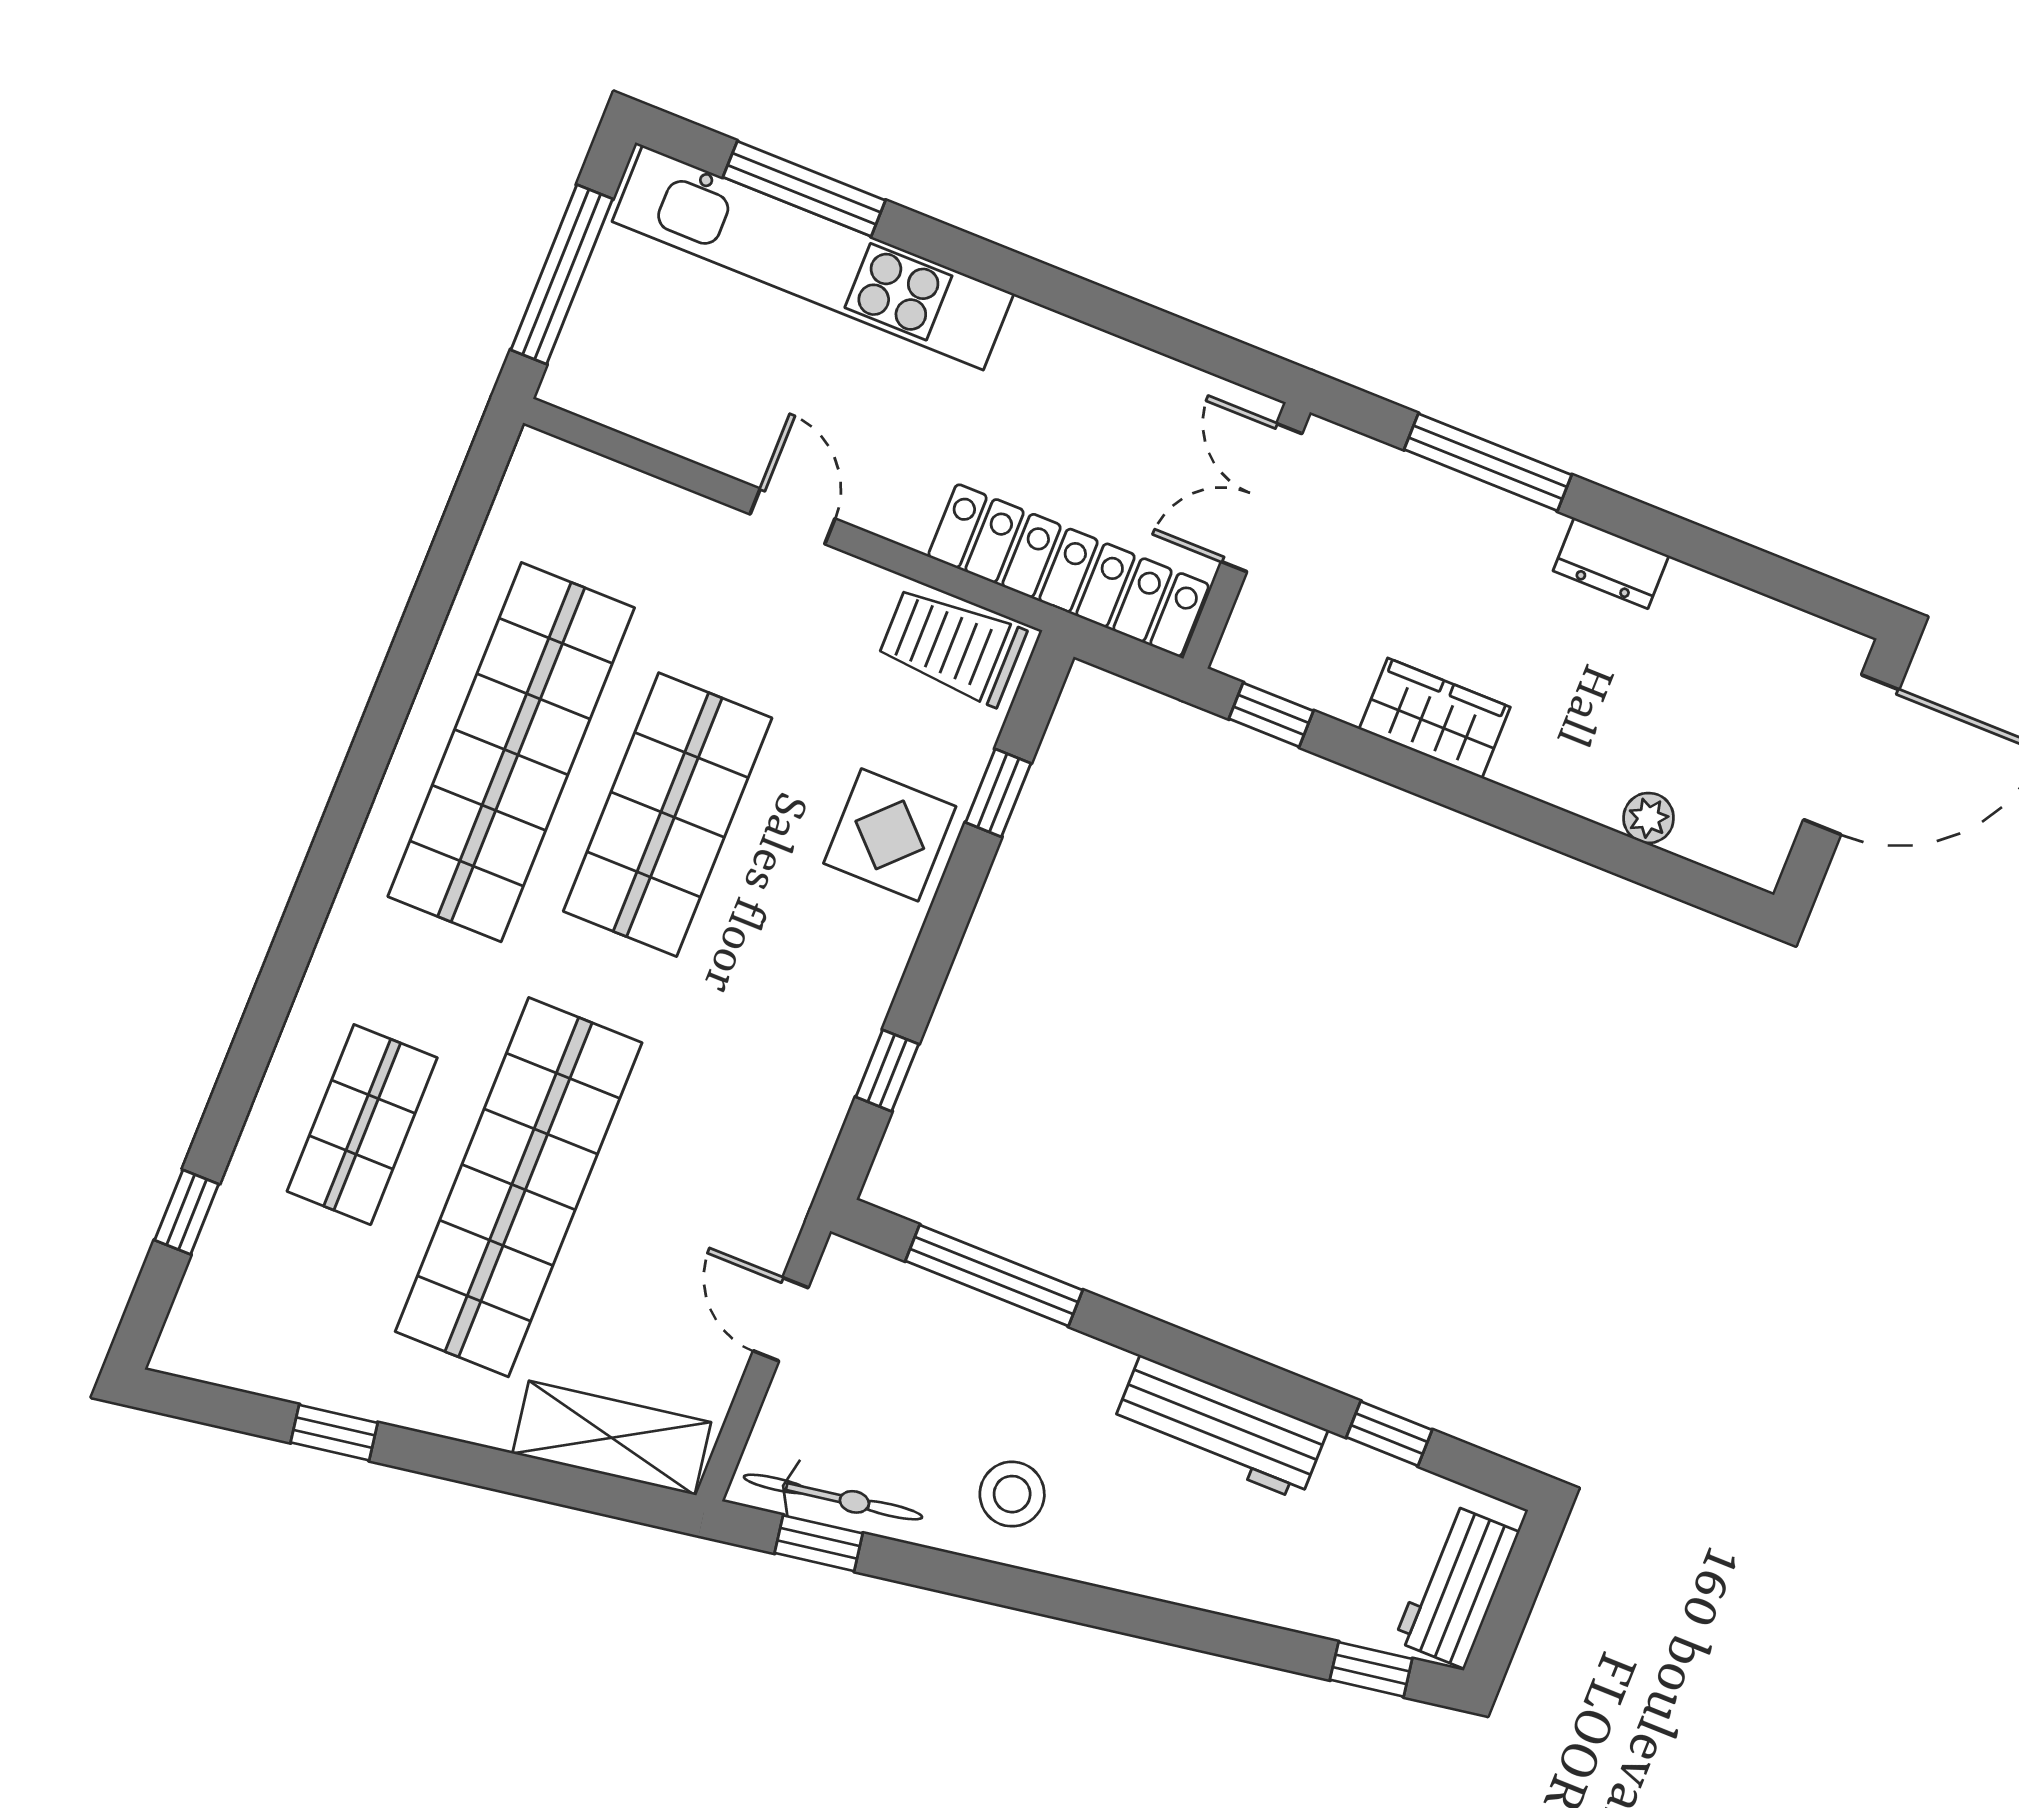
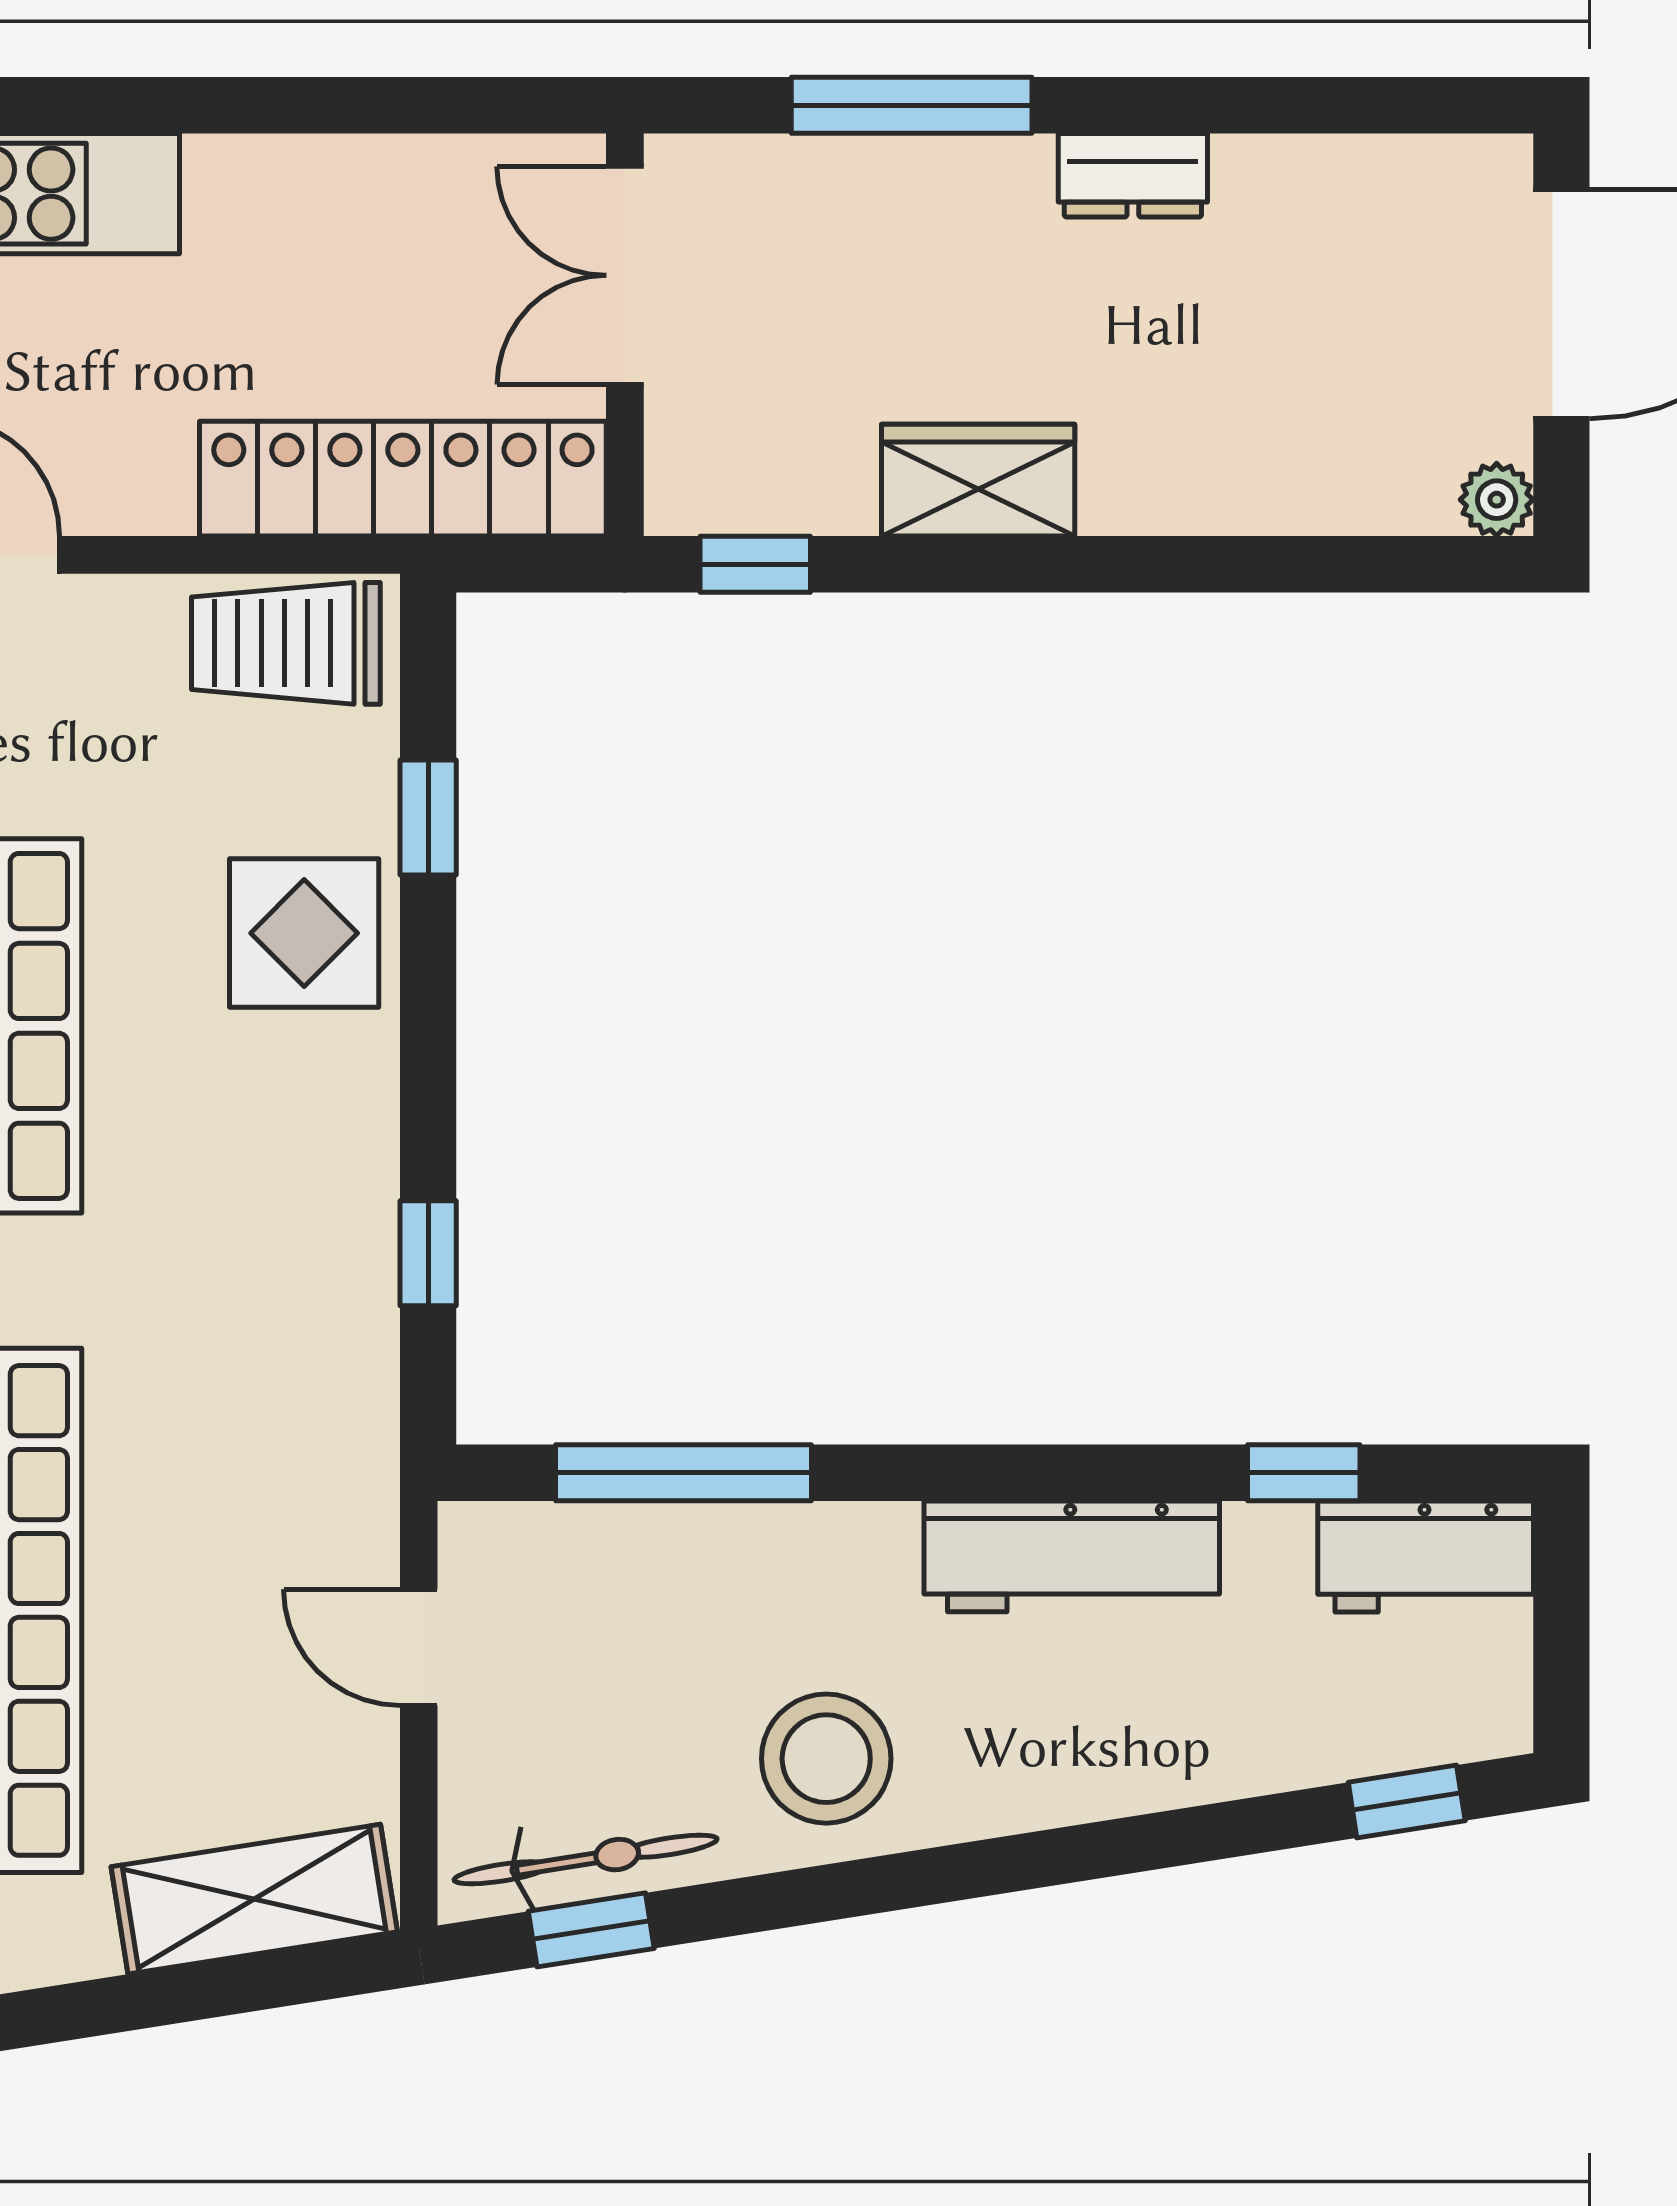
plant: (1649, 818) -> (1497, 500), moved
stool: (1012, 1494) -> (826, 1759), width x1.38, depth x1.38
workbench: (1457, 1586) -> (1426, 1556), moved, turned -90

